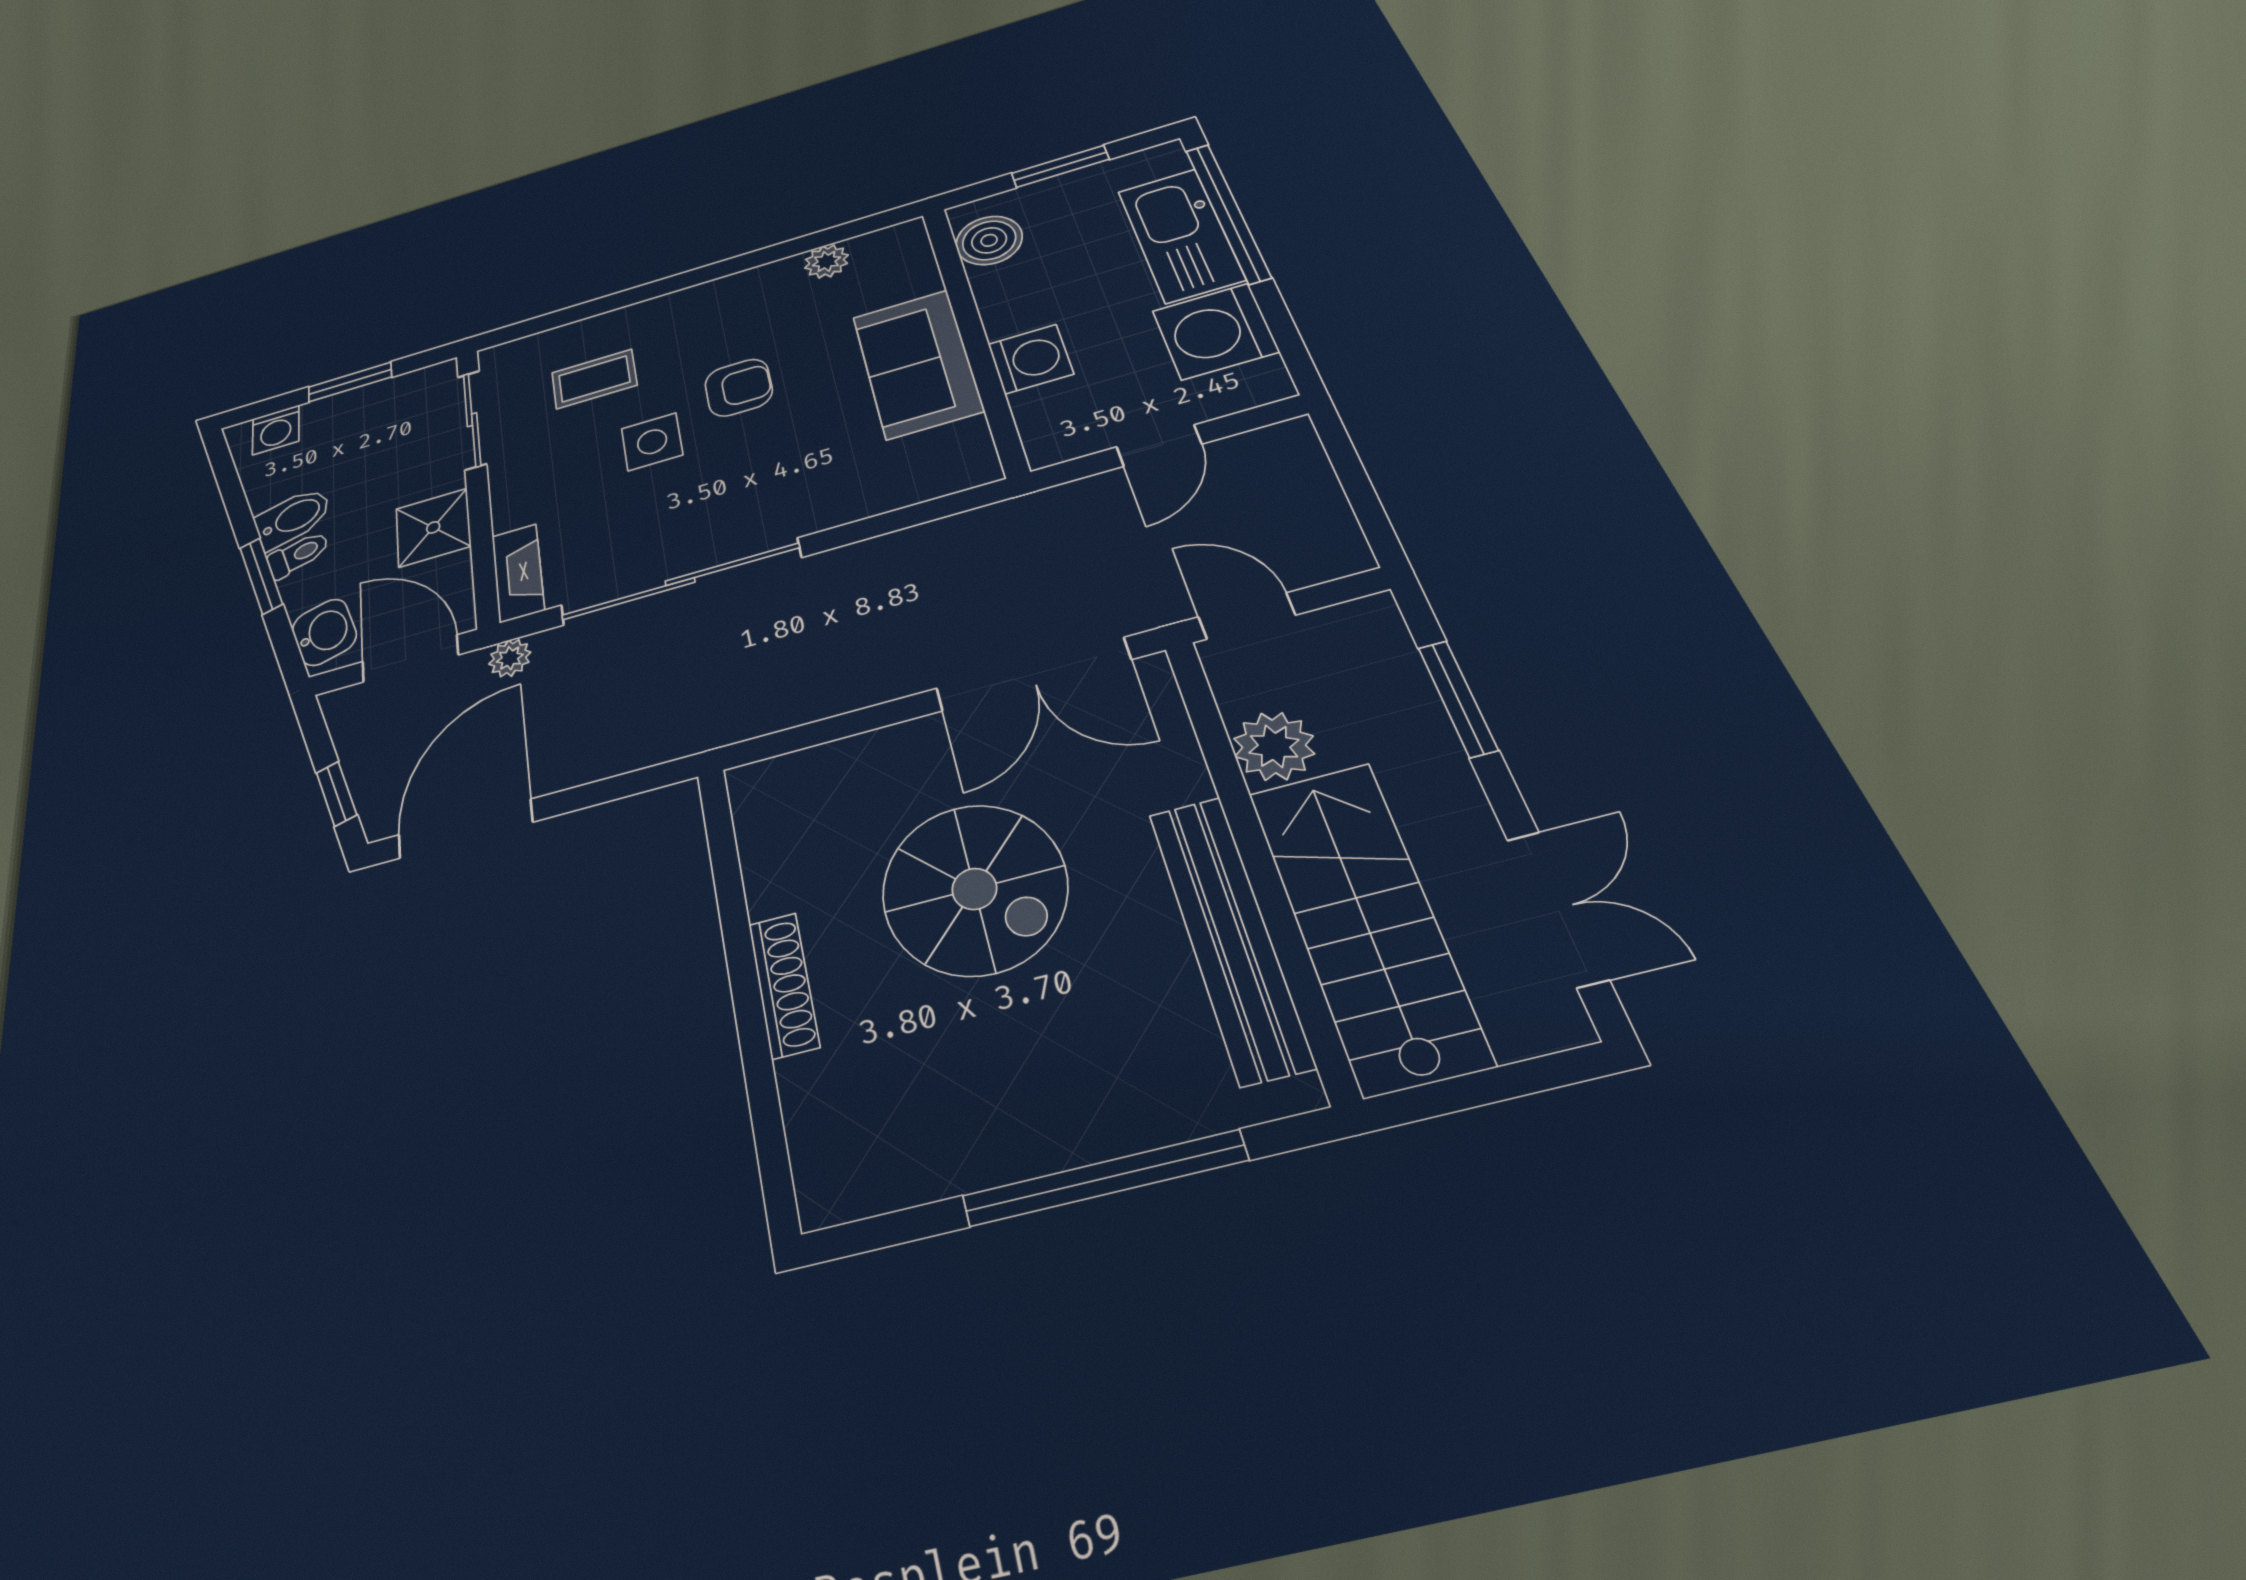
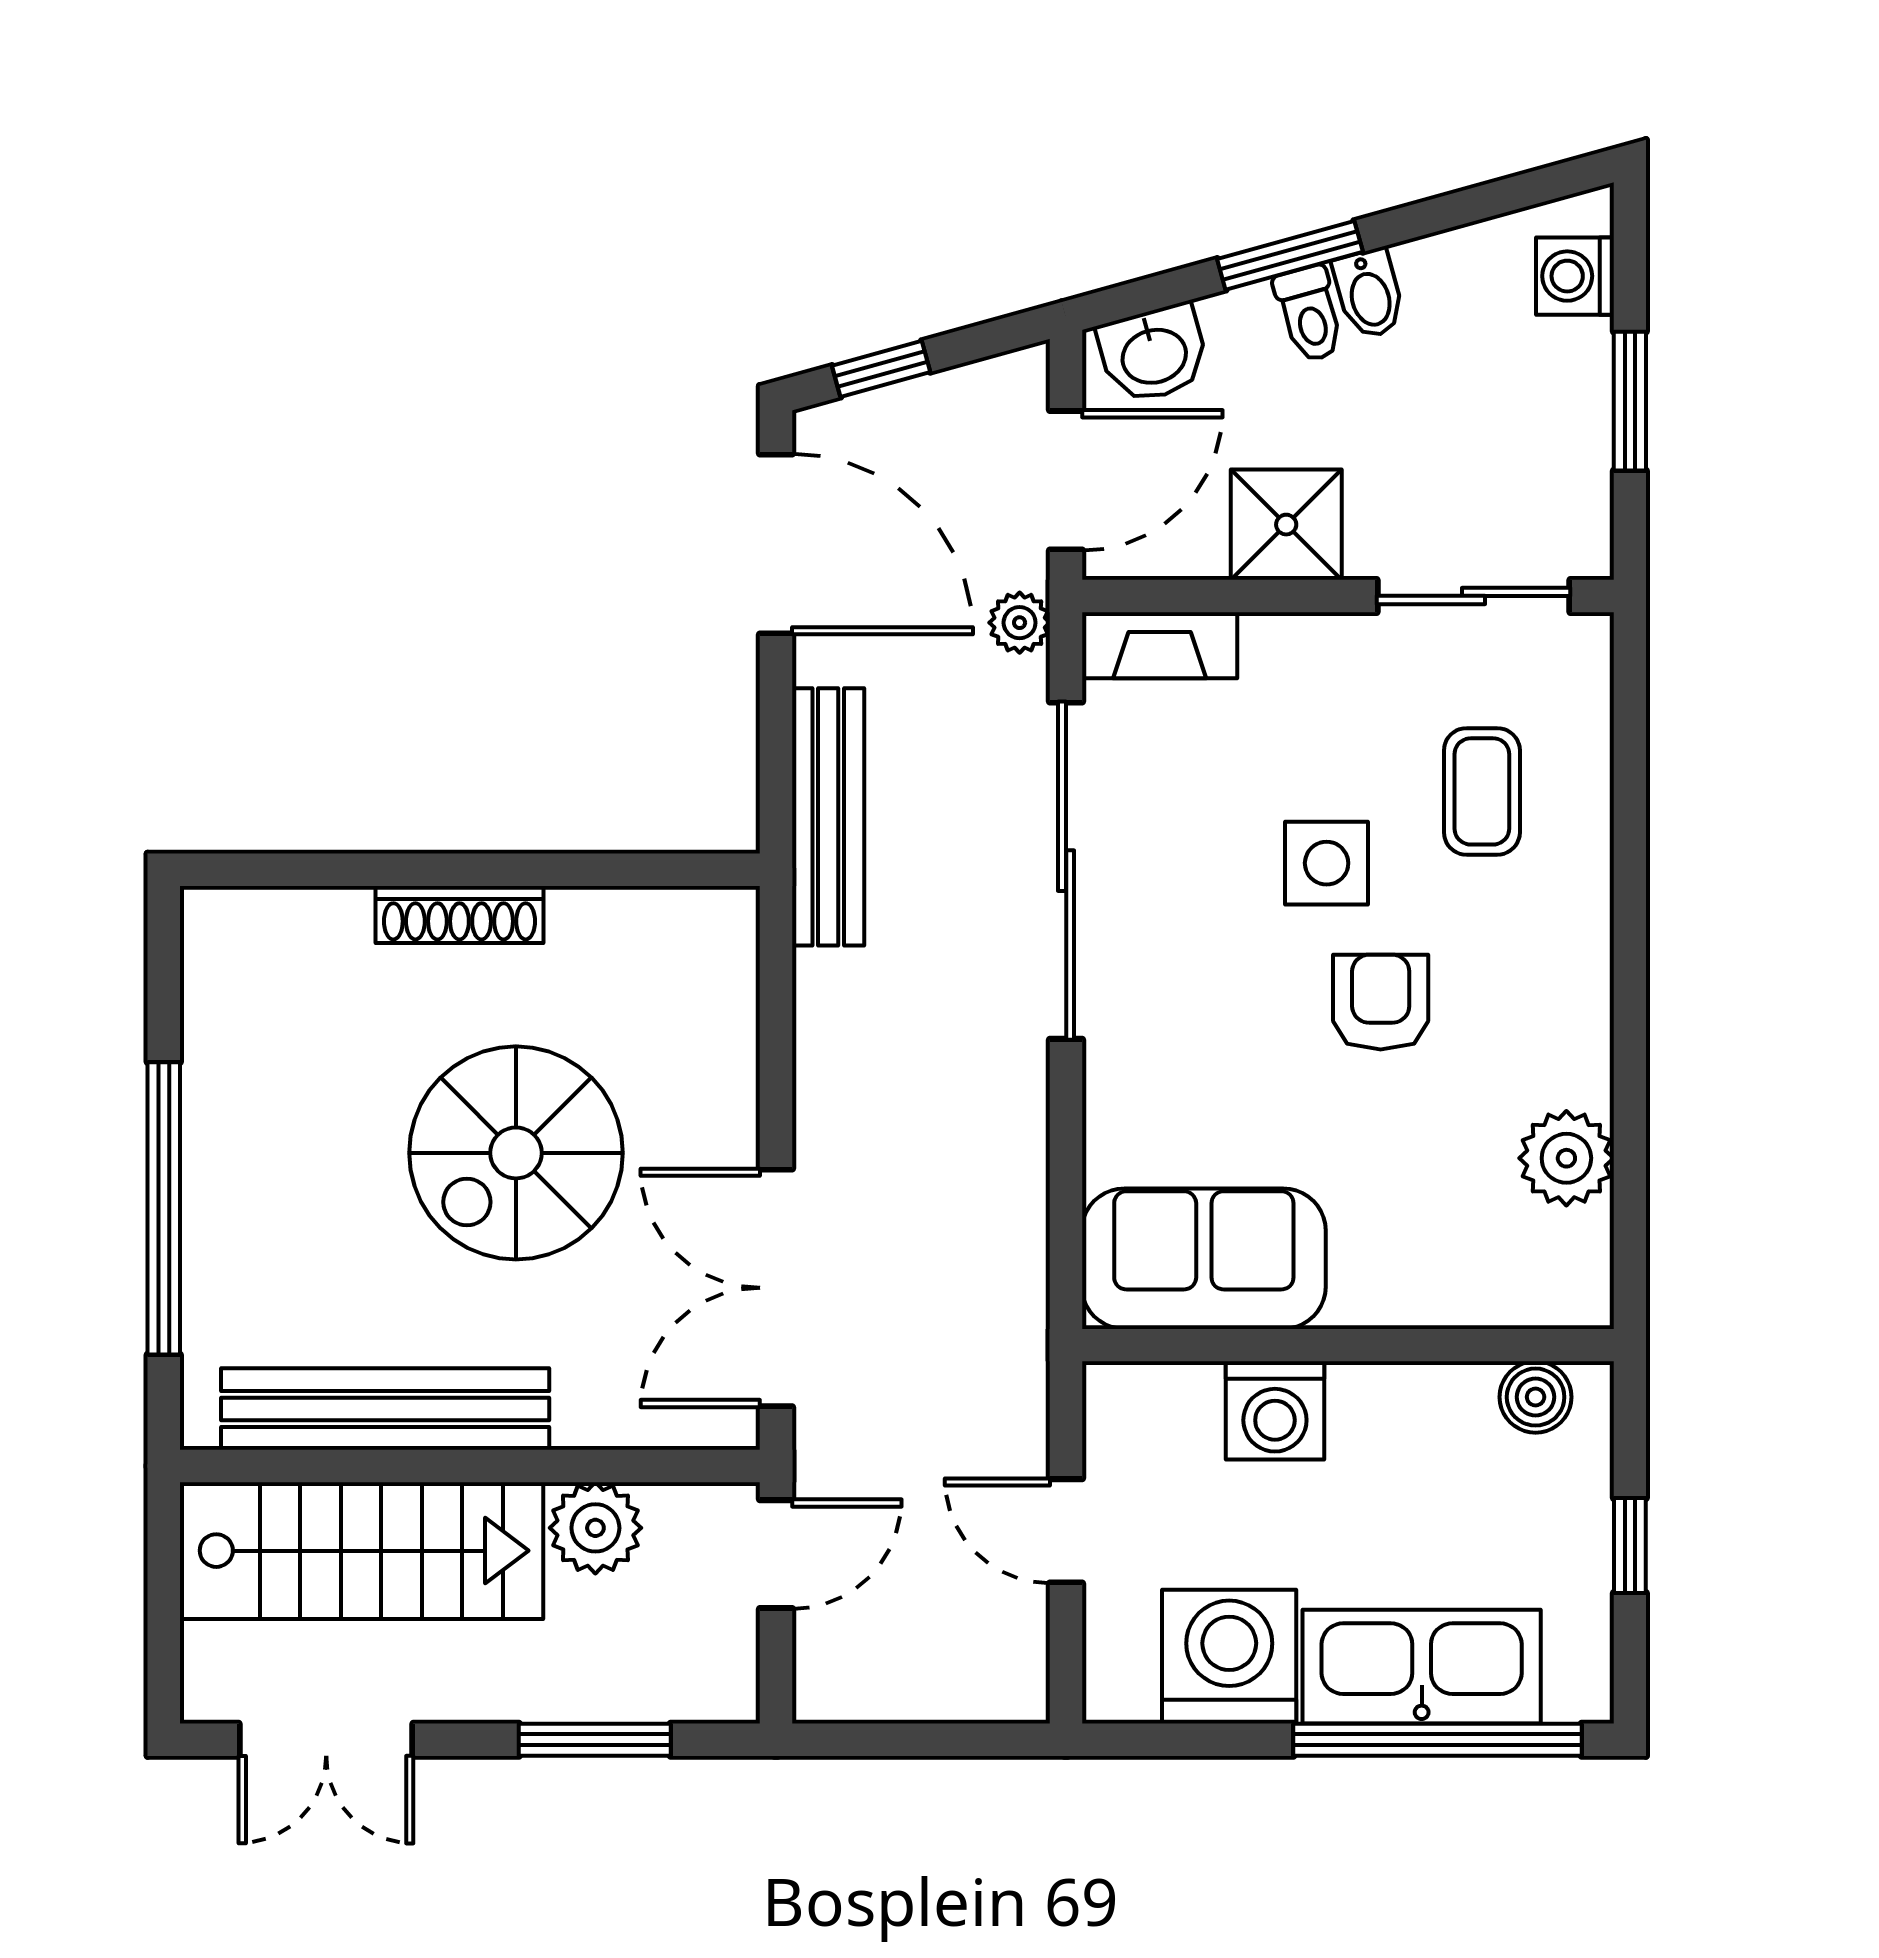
window: (1060, 166) -> (1630, 1546), width x0.67
boiler: (989, 240) -> (1536, 1397), width x0.73, depth x0.73
plant: (826, 261) -> (1566, 1158), width x1.38, depth x1.38
sofa: (917, 363) -> (1204, 1259), moved
armchair: (739, 388) -> (1381, 1002), turned 180
bidet: (293, 518) -> (1369, 294), width x0.72, depth x0.74
bench: (664, 739) -> (828, 817), added

